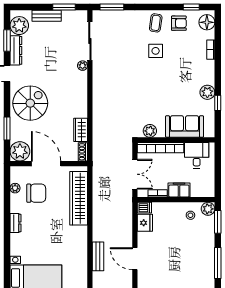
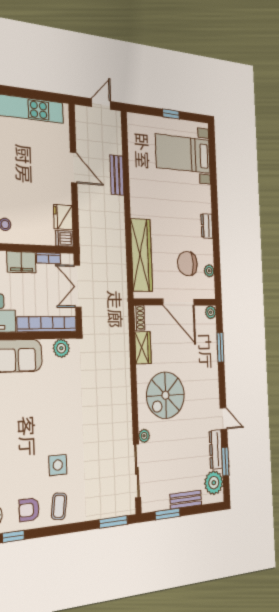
spiral stairs: (30, 103) -> (166, 395), moved
plant: (20, 151) -> (211, 312), width x0.53, depth x0.53

